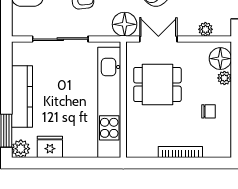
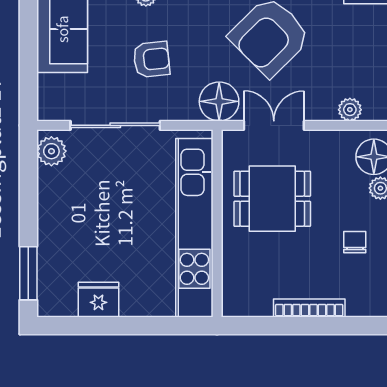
kitchen counter: (22, 97) -> (53, 218), removed
chair: (209, 111) -> (355, 242), turned -90
plant: (21, 149) -> (51, 151), moved

